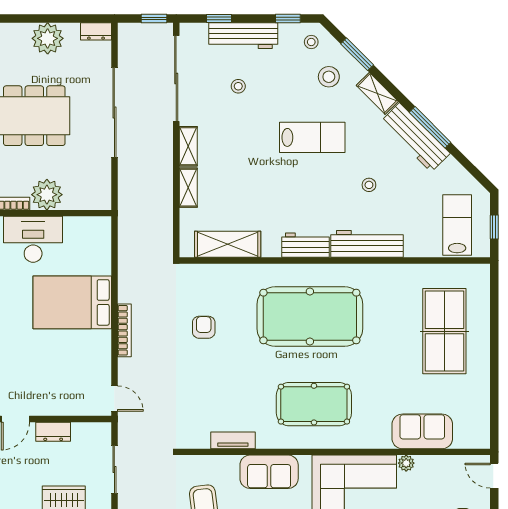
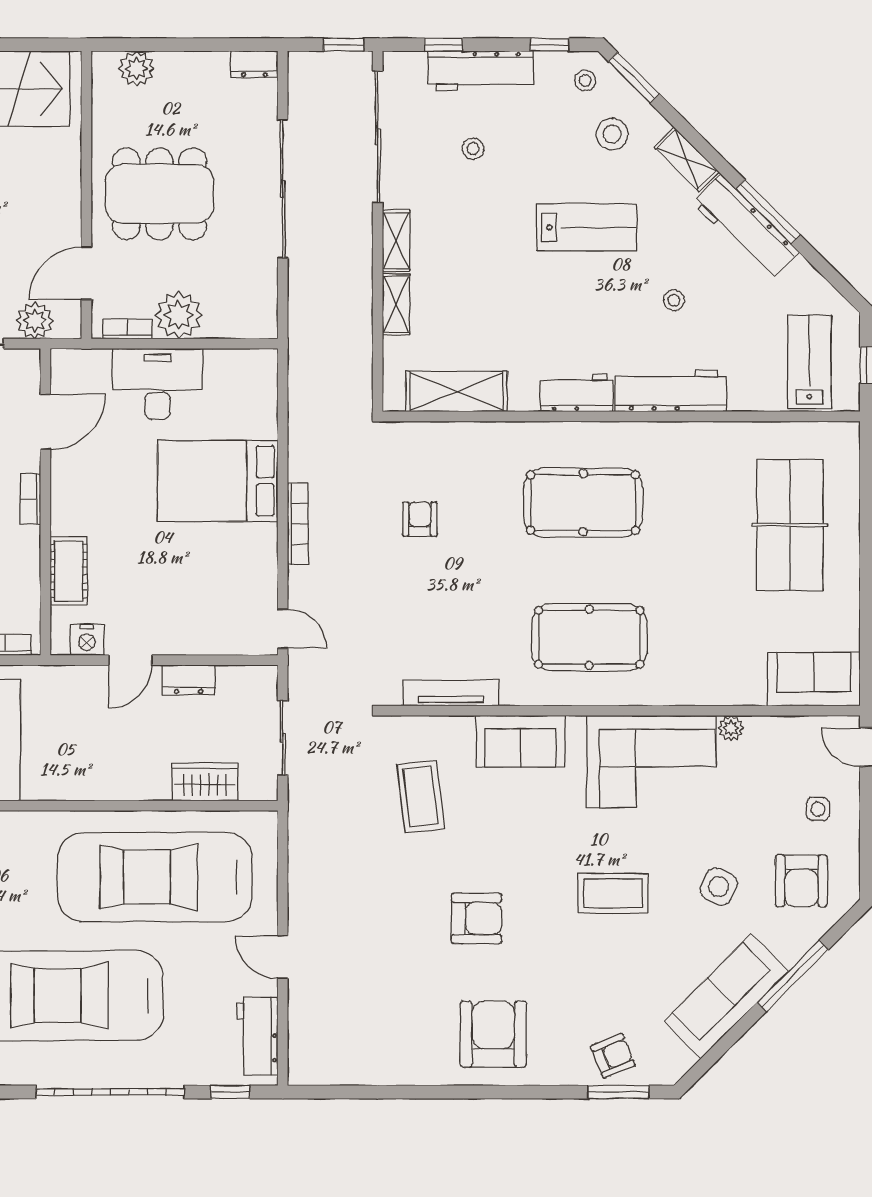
plant: (48, 38) -> (137, 69), moved, width x0.73, depth x0.73
window: (357, 54) -> (634, 78), moved
pool table: (310, 316) -> (583, 503), width x0.73, depth x0.76
sofa: (422, 431) -> (814, 679), moved
tv unit: (233, 440) -> (451, 693), width x1.41

